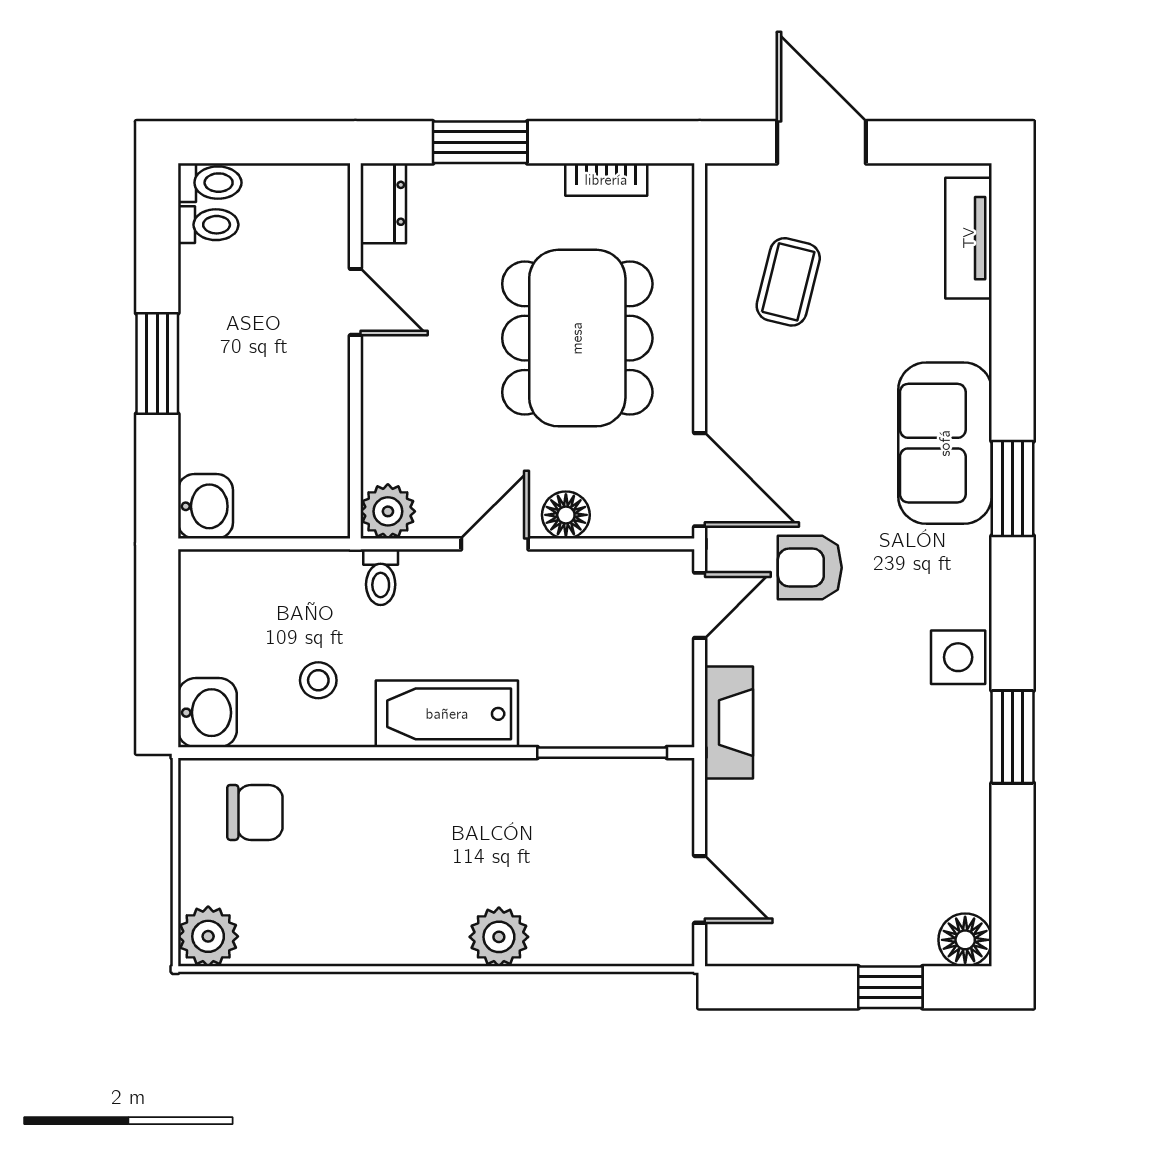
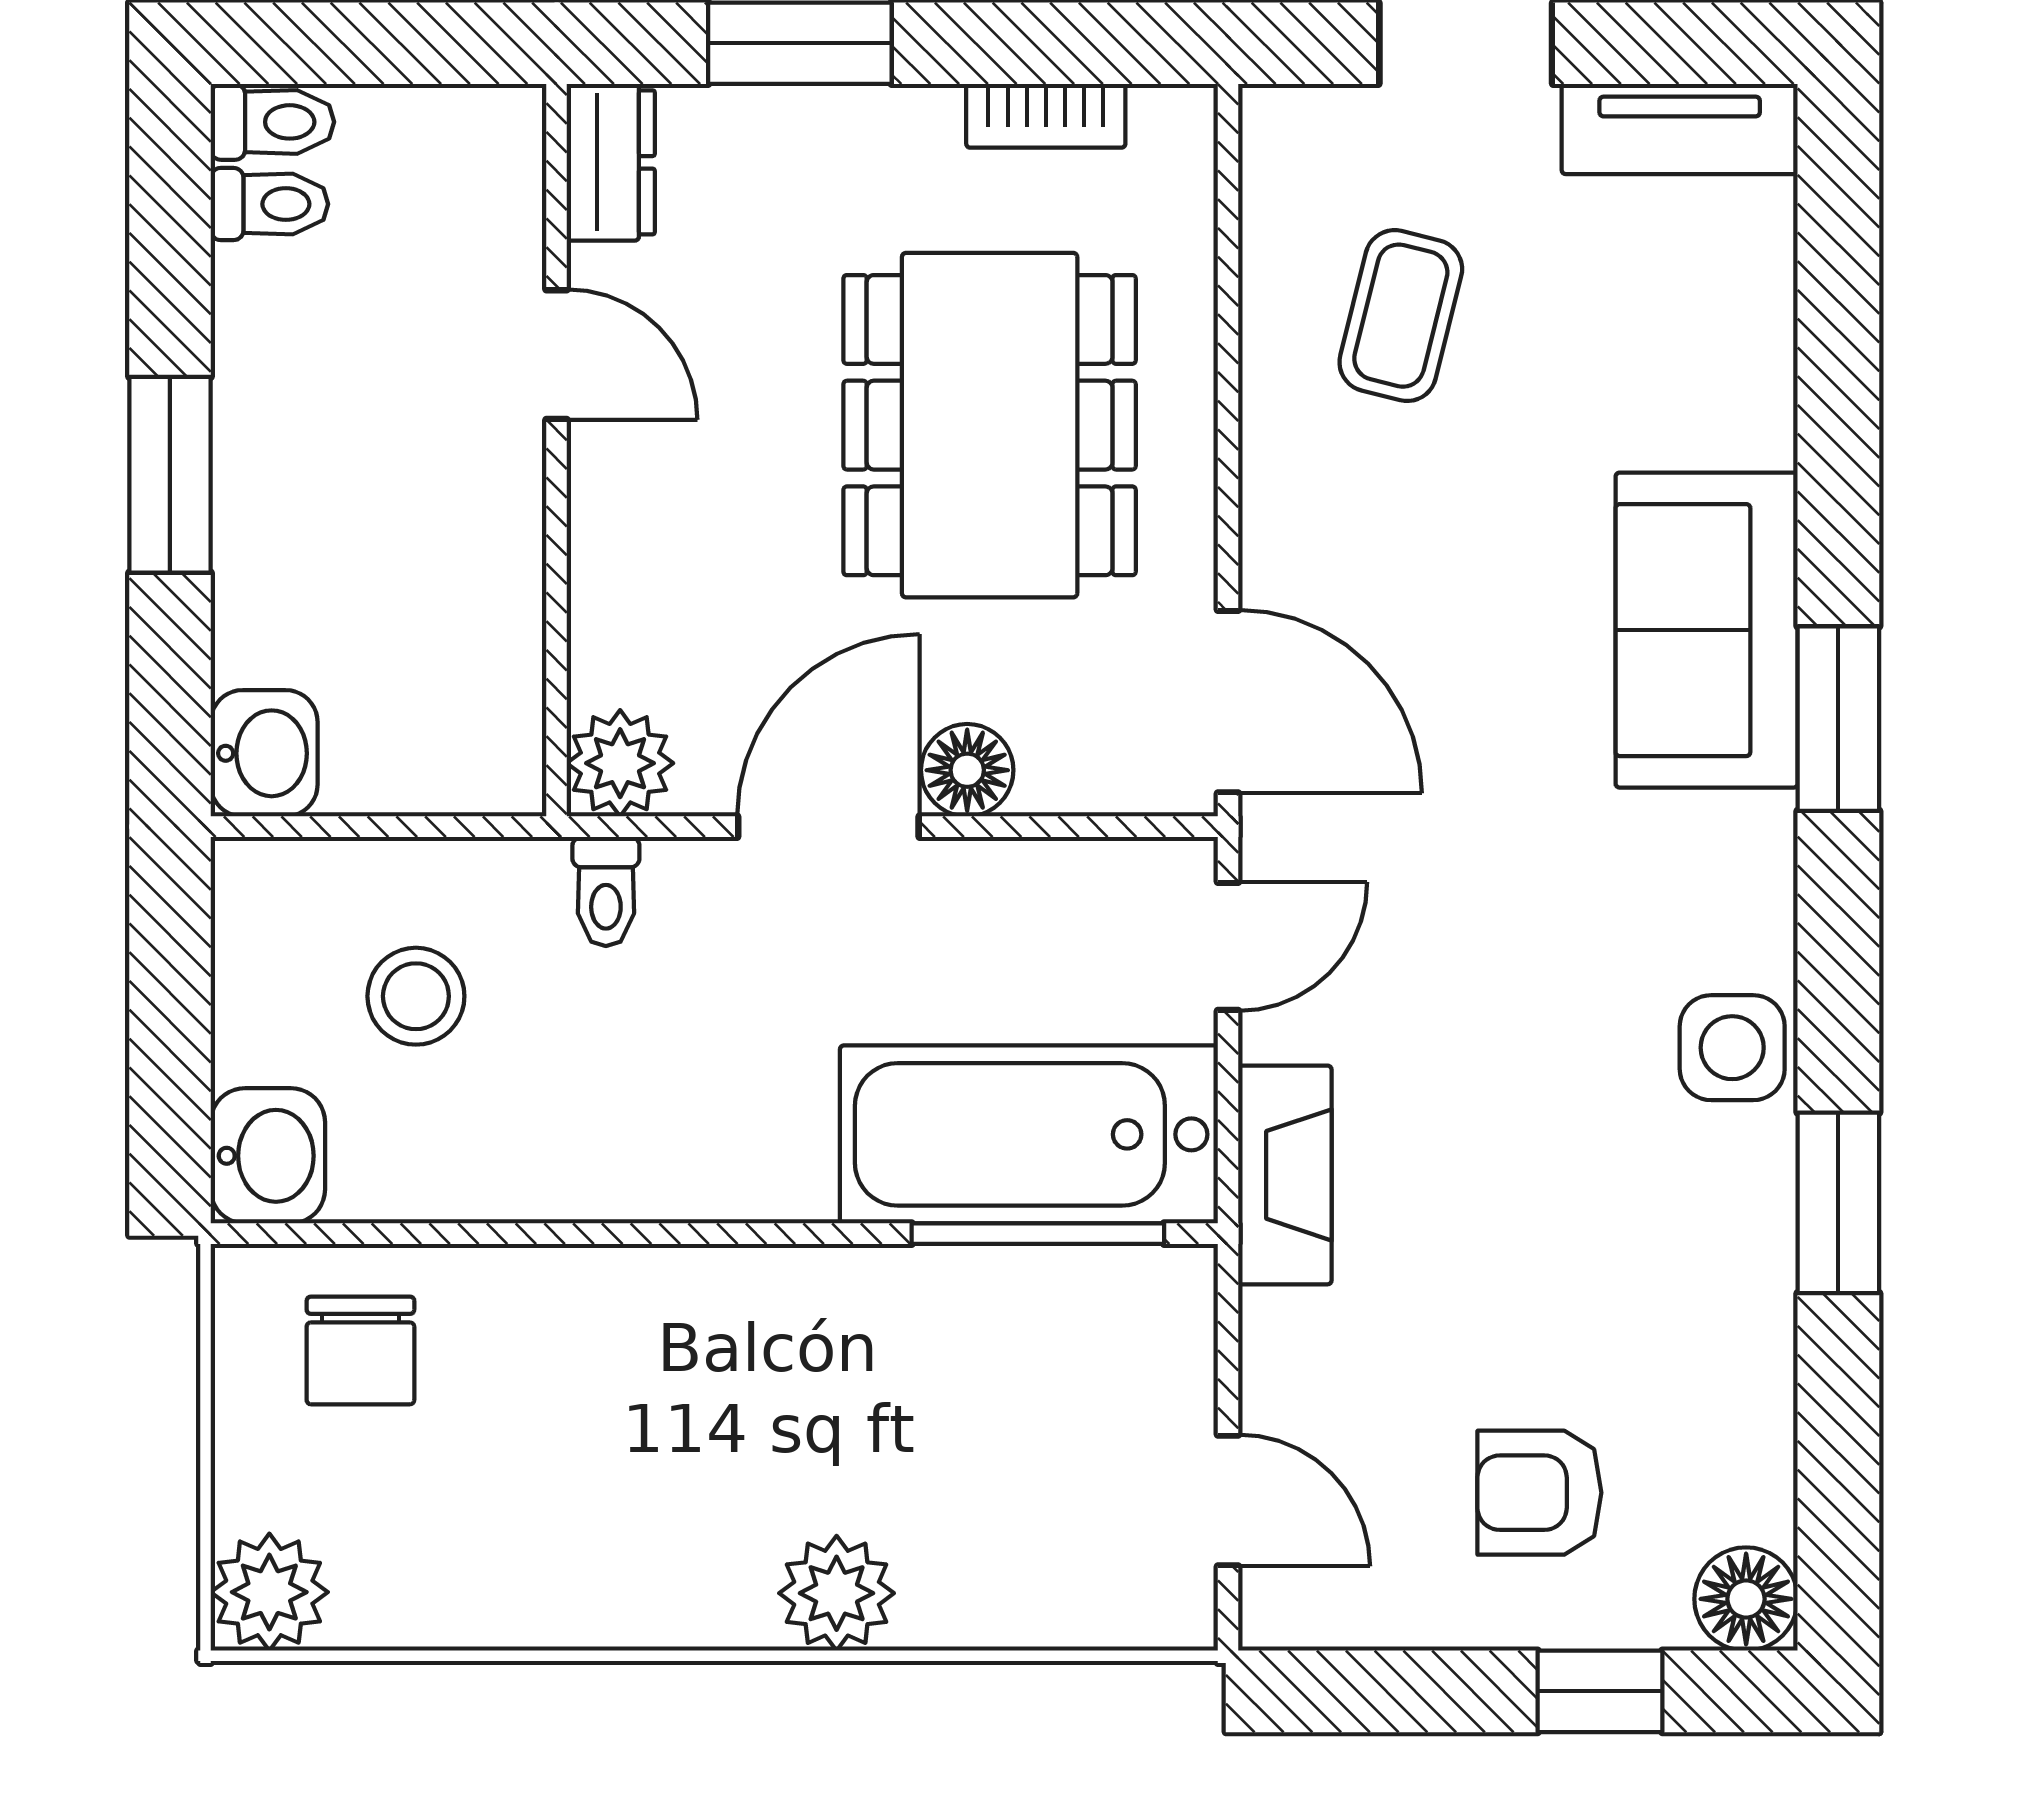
tv unit: (969, 238) -> (1680, 129), moved, turned -90
door: (495, 544) -> (828, 827), width x1.38
armchair: (810, 568) -> (1539, 1493), moved
stool: (318, 680) -> (416, 996), moved, width x1.37, depth x1.37
bathtub: (447, 714) -> (1029, 1134), moved, width x1.36, depth x1.36
chair: (255, 812) -> (360, 1350), turned 90

